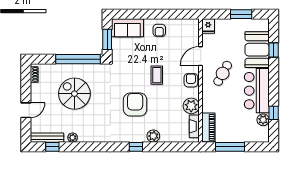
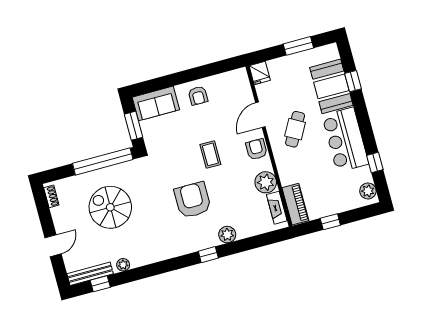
plant: (263, 120) -> (368, 191), moved
window: (230, 147) -> (330, 222), width x0.46

